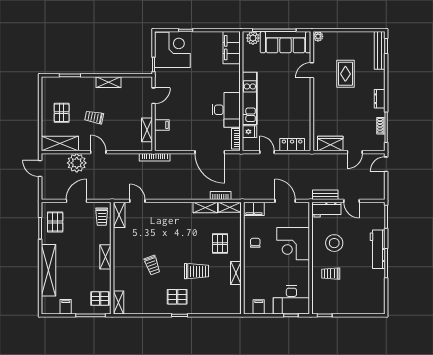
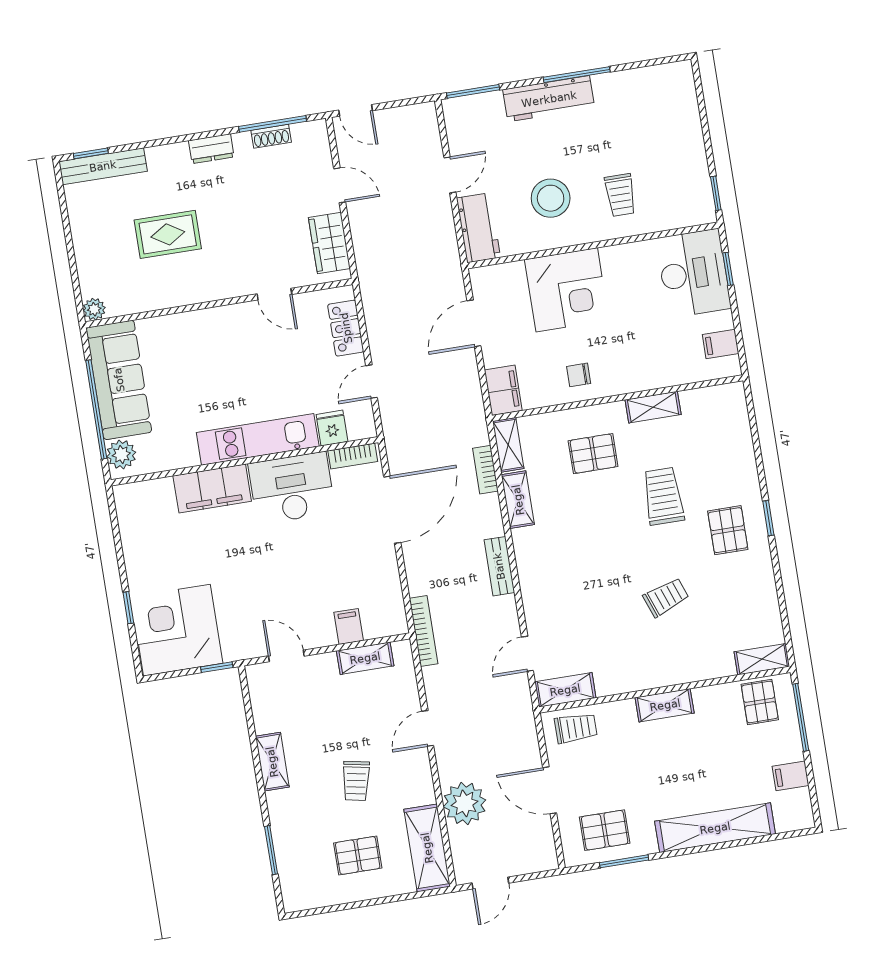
filing cabinet: (232, 48) -> (212, 489), moved
door: (312, 70) -> (274, 294), moved
door: (98, 152) -> (428, 728), moved
bench: (325, 195) -> (499, 566), moved

